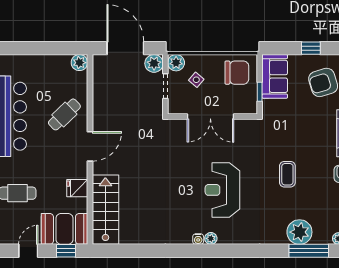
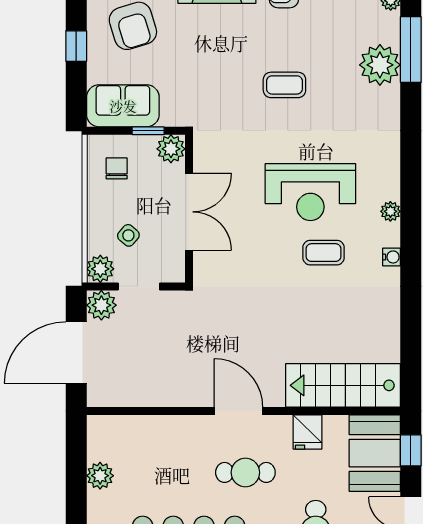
plant: (79, 63) -> (100, 476), moved
chair: (237, 73) -> (117, 168), width x0.54, depth x0.54
plant: (249, 106) -> (171, 149), added
cafe table: (64, 114) -> (245, 472), moved, turned -46
coffee table: (186, 198) -> (323, 253), added
water cooler: (198, 239) -> (392, 257), moved

